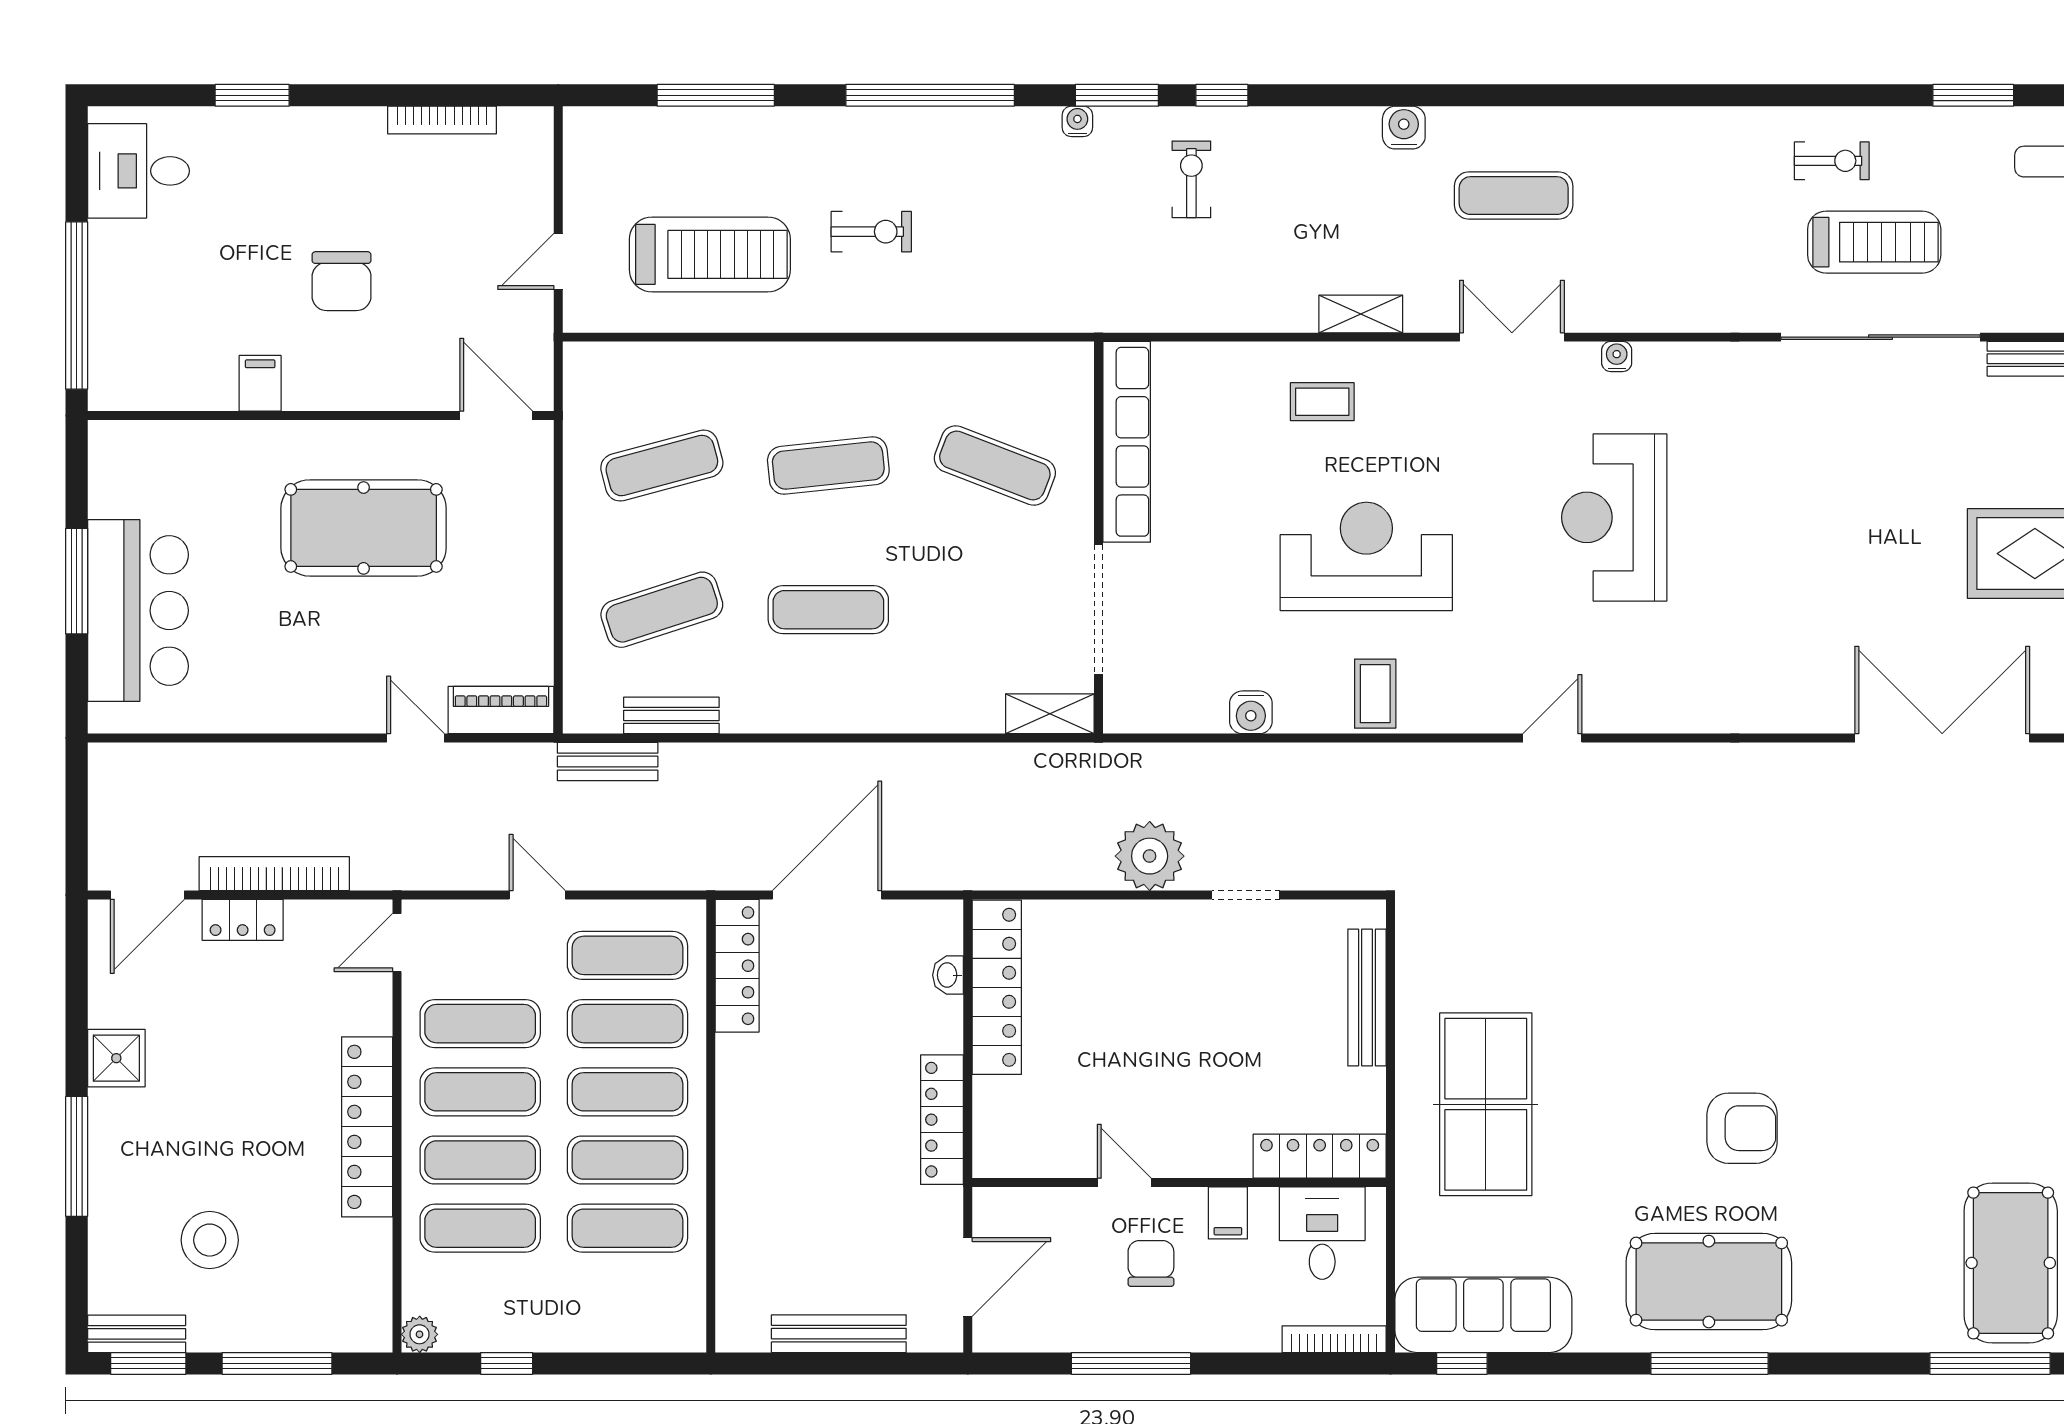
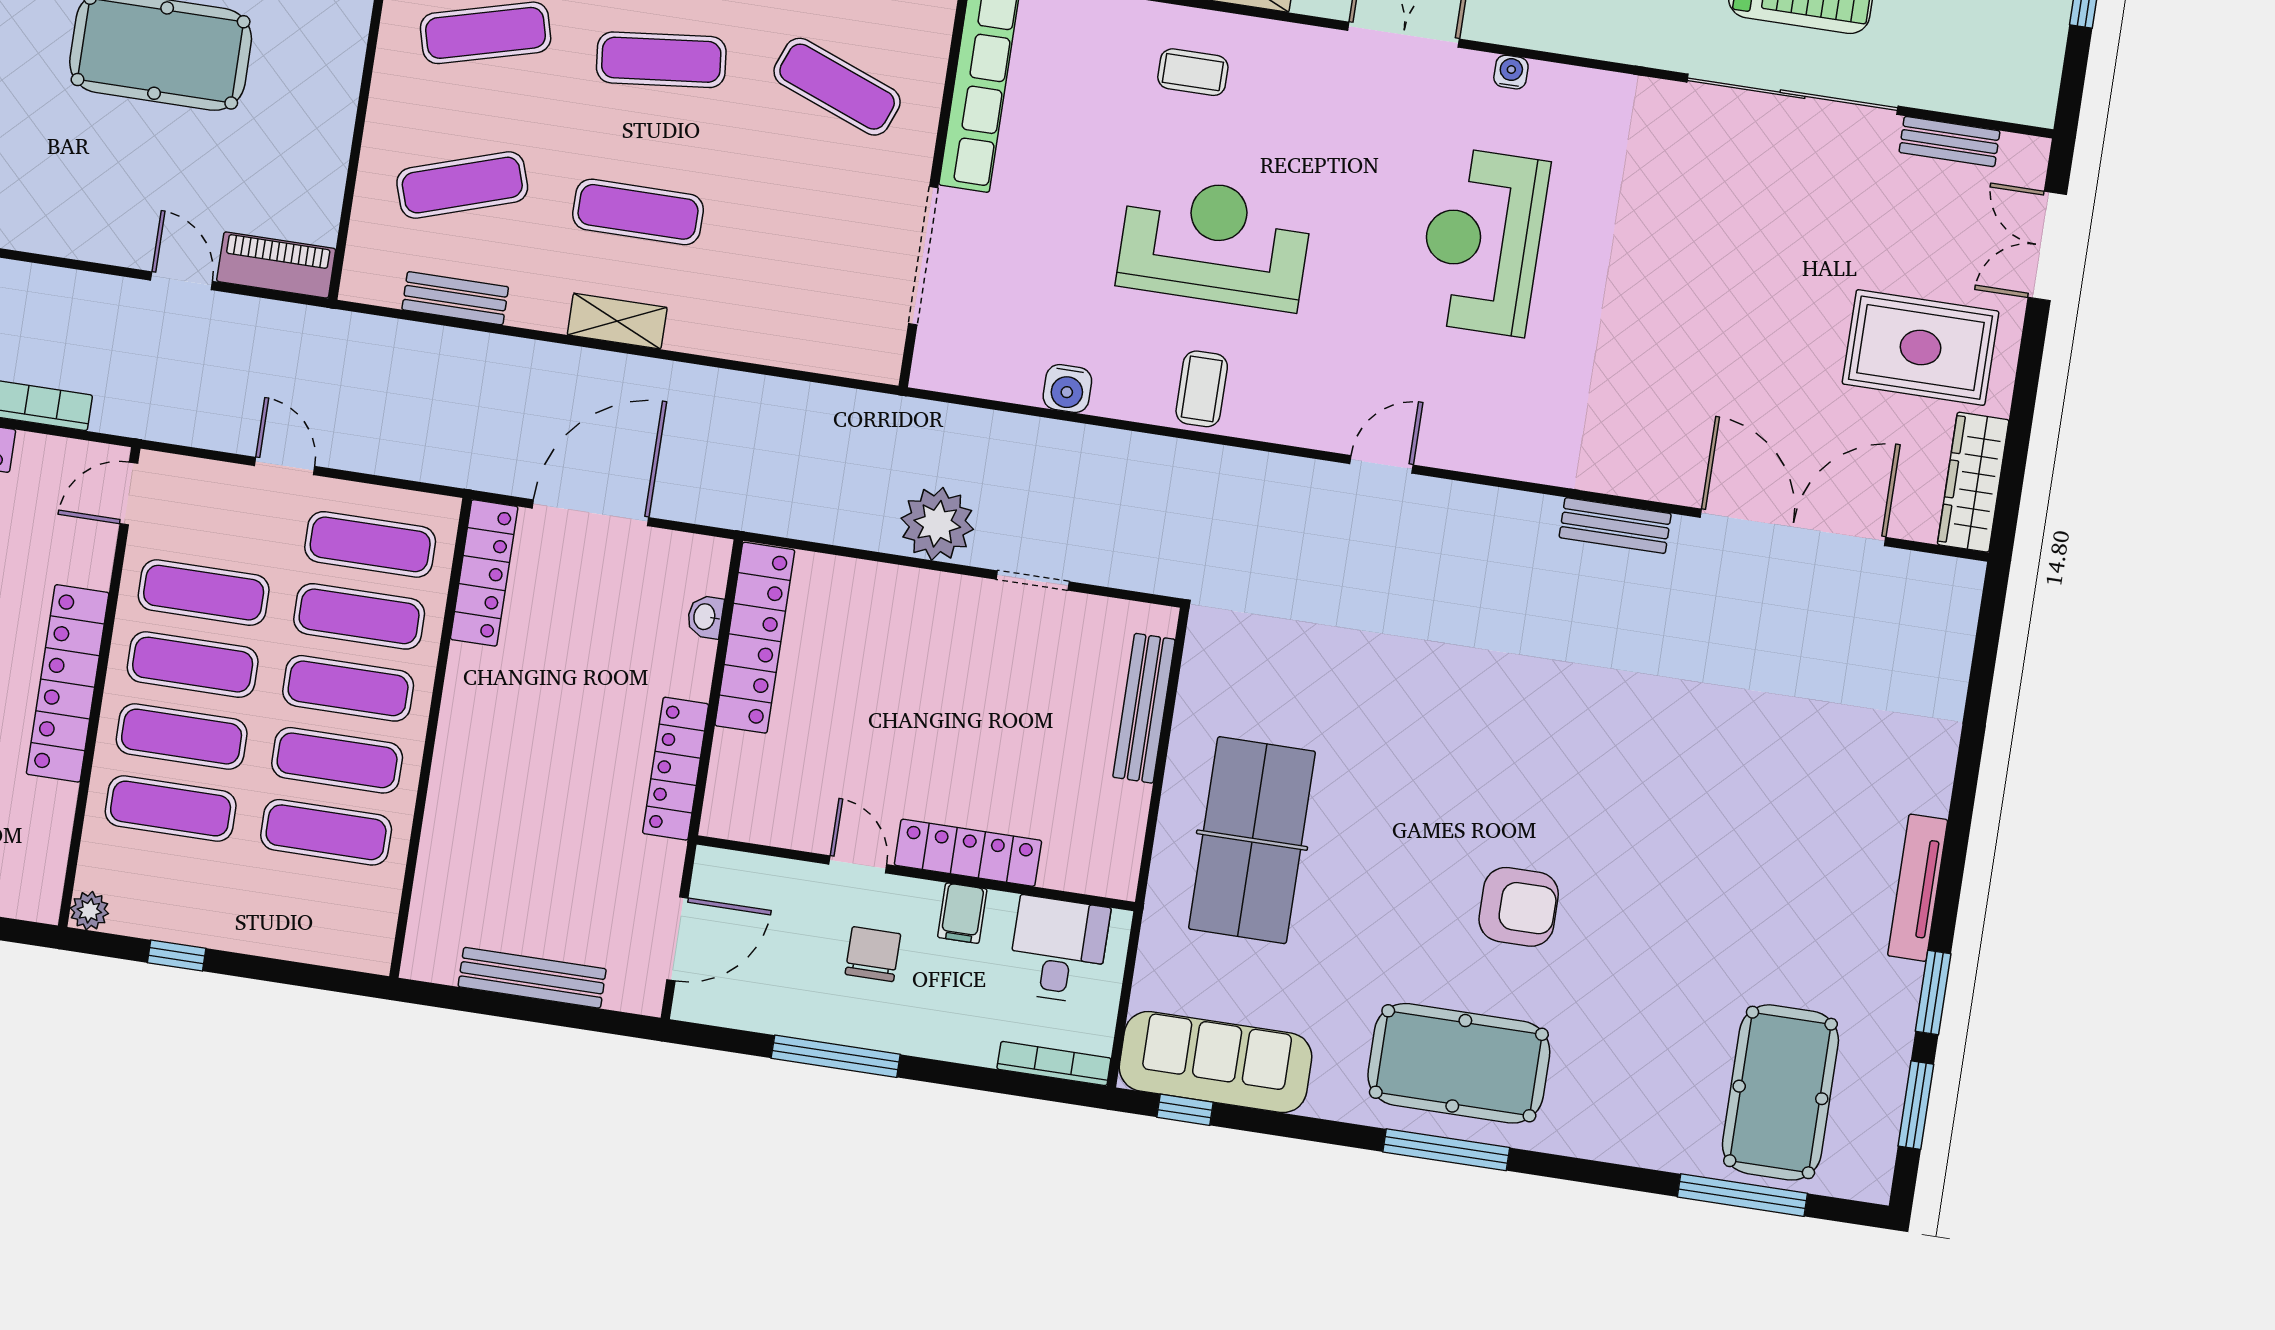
shelving: (1050, 714) -> (617, 321), moved
bench: (608, 762) -> (1615, 526), moved
locker: (1320, 1156) -> (968, 853), moved

